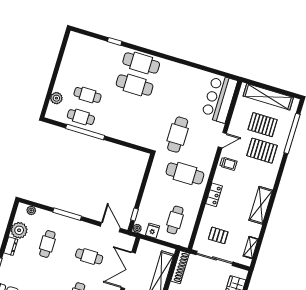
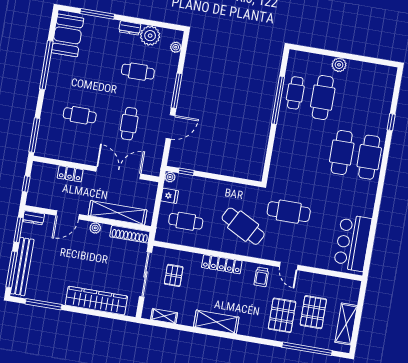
cafe table: (88, 95) -> (323, 98), width x1.37, depth x1.35
shelving: (268, 97) -> (346, 324), width x0.68
plant: (56, 98) -> (339, 65), moved
bar counter: (219, 99) -> (353, 243), moved, turned -90
cafe table: (185, 173) -> (243, 226), turned -62
locker: (214, 195) -> (222, 264), width x1.53
door: (110, 227) -> (170, 127), moved

